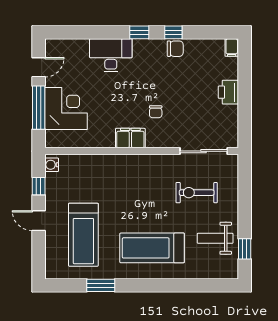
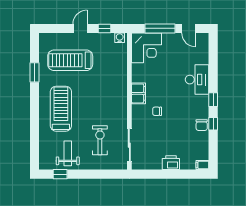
corner desk: (66, 109) -> (146, 48), moved

